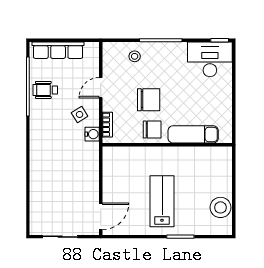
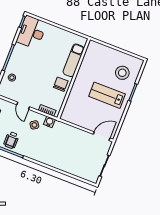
chair: (149, 100) -> (42, 79), removed
stool: (221, 207) -> (122, 73), moved
door: (101, 216) -> (102, 136), hinge flipped

